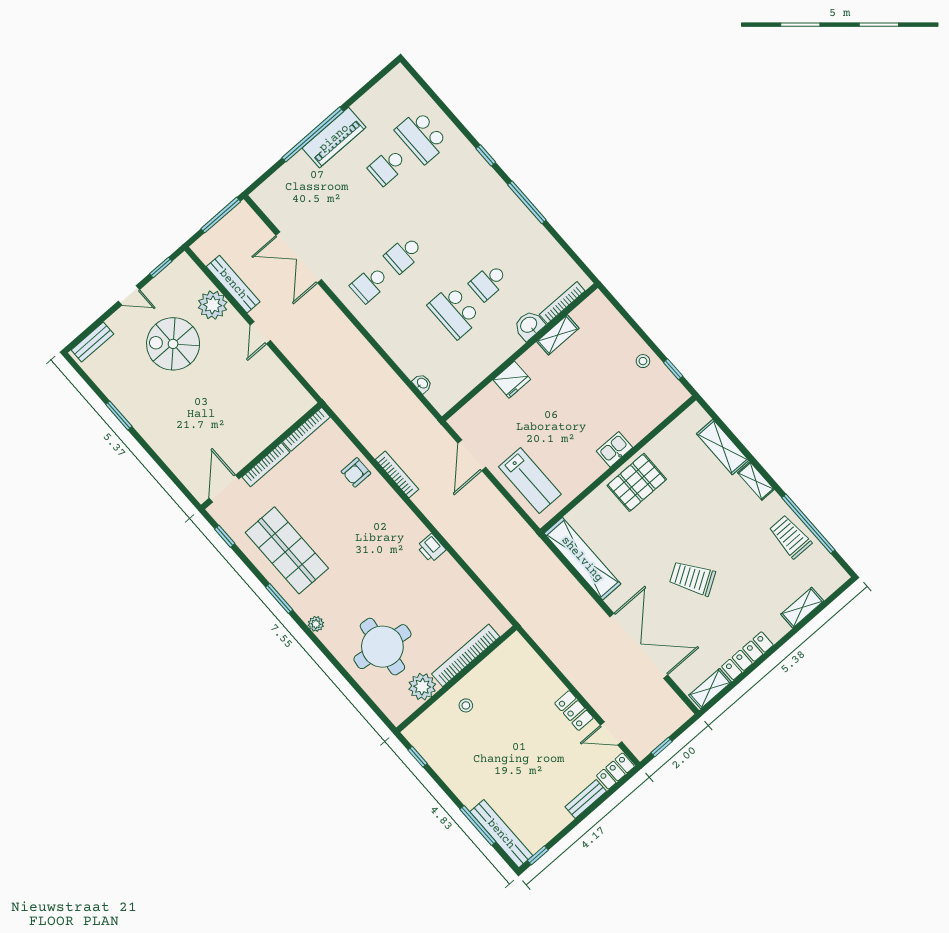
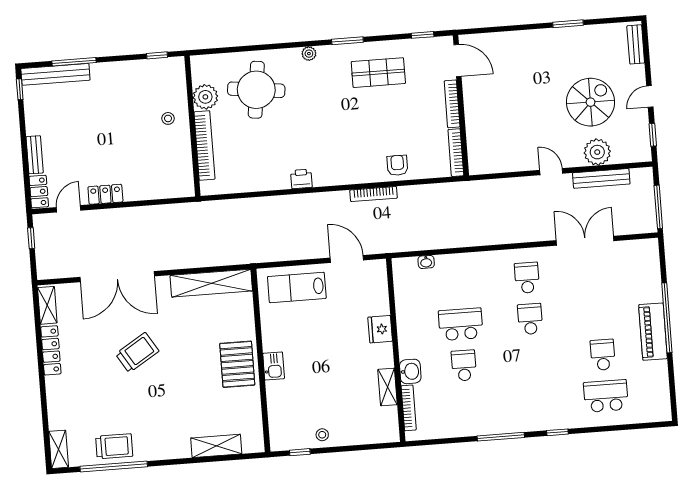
shelving: (756, 481) -> (173, 452), removed
shop shelf: (287, 550) -> (378, 73), width x0.70, depth x0.74
shelving: (802, 608) -> (59, 449), moved

